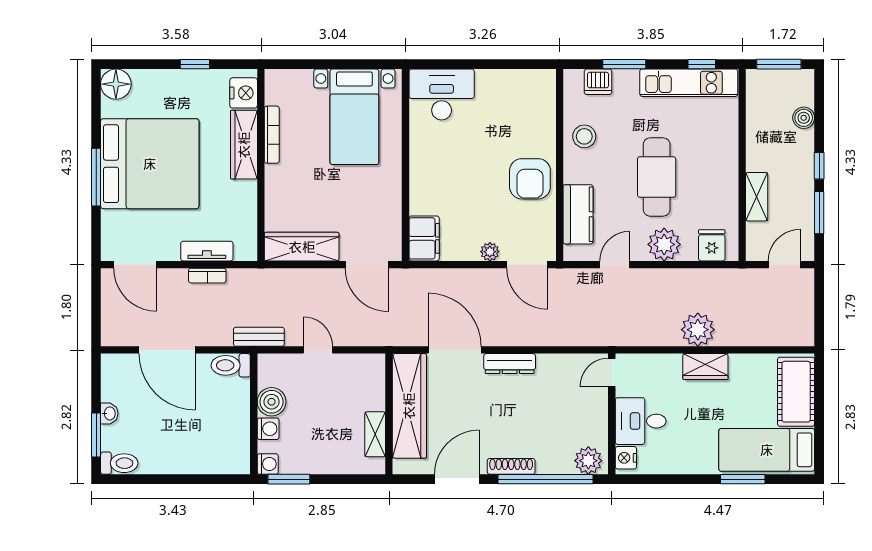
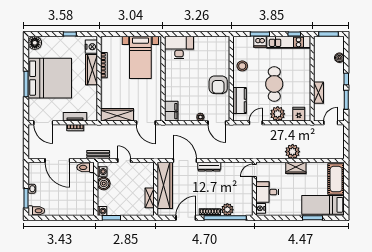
dishwasher: (598, 82) -> (260, 42), moved
washing machine: (268, 429) -> (102, 172), moved
plant: (588, 461) -> (227, 210), moved

